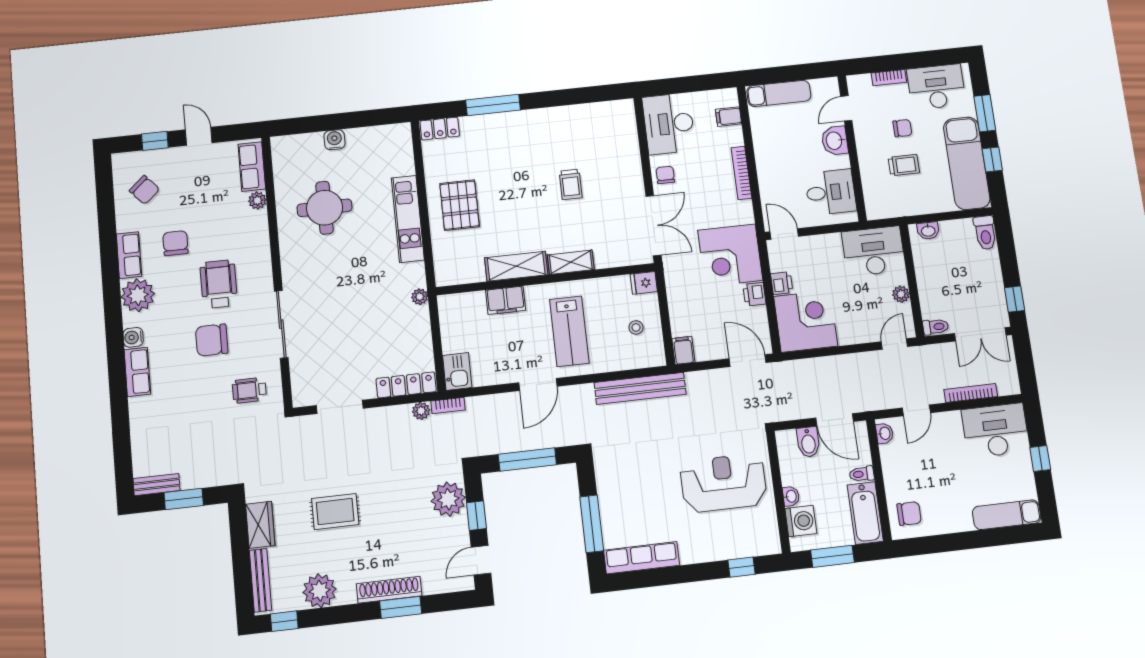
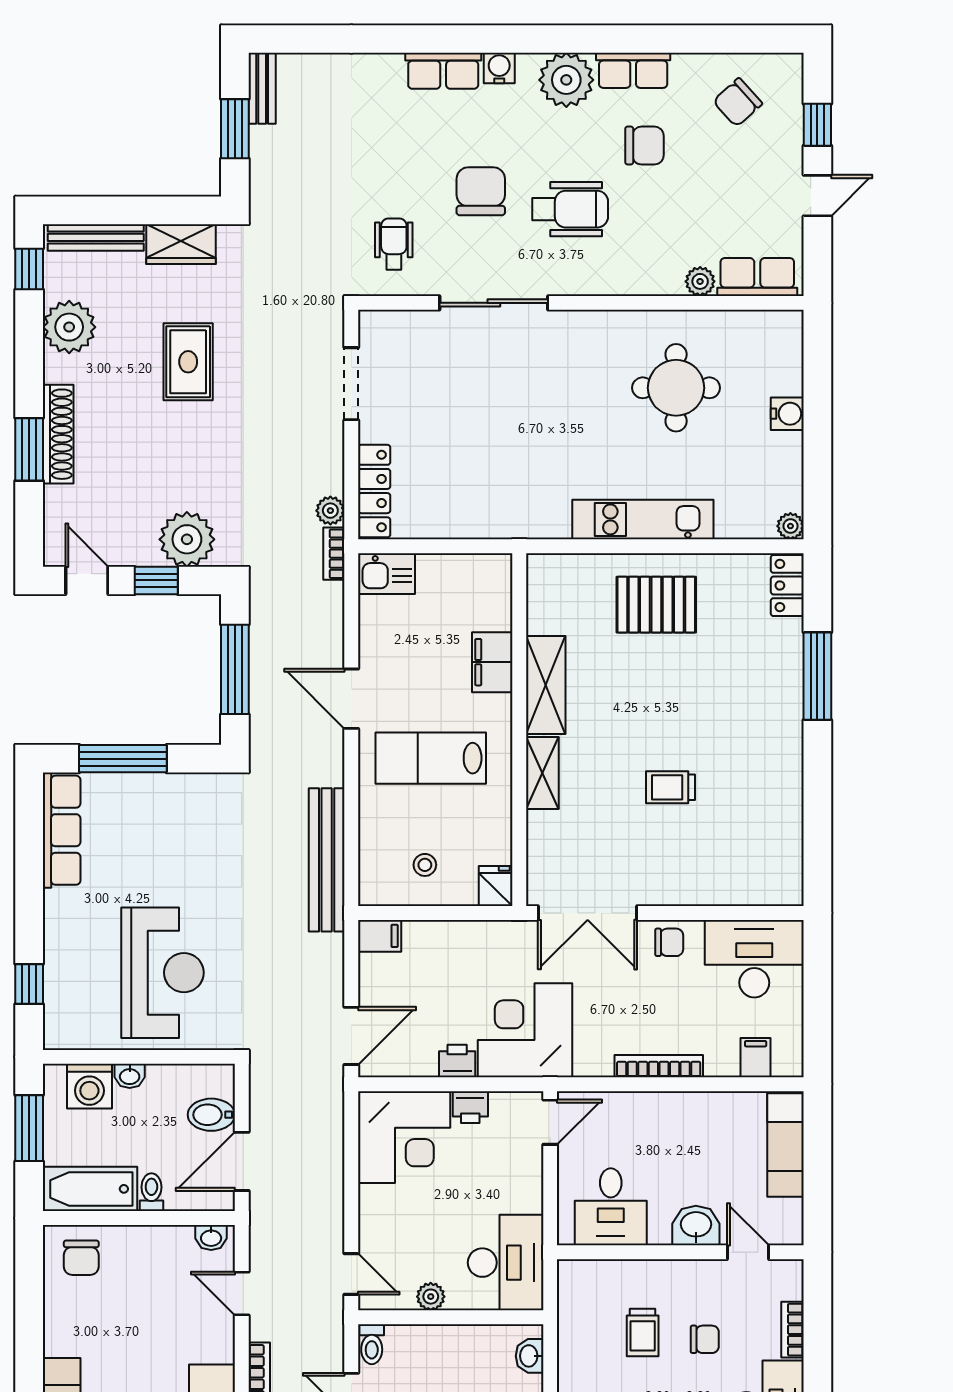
chair: (902, 128) -> (705, 1339), turned -90
plant: (420, 297) -> (790, 526), moved

